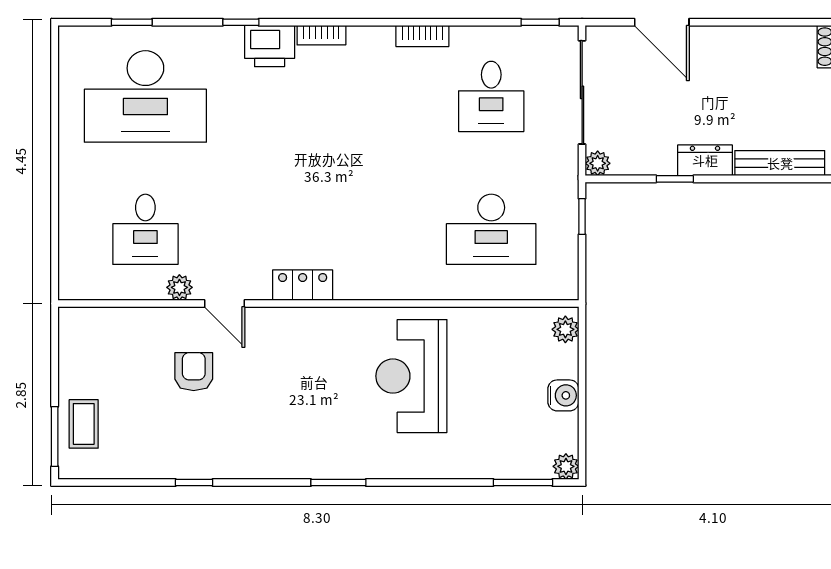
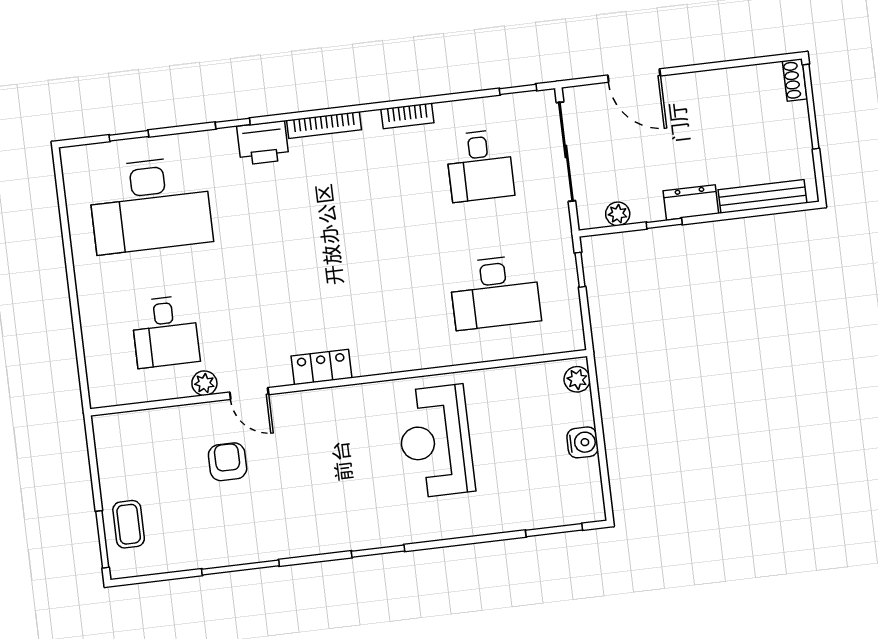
bookcase: (321, 35) -> (324, 125), width x1.56
plant: (598, 163) -> (618, 214), moved
plant: (566, 466) -> (593, 510), removed
window: (194, 483) -> (240, 568), width x2.17

